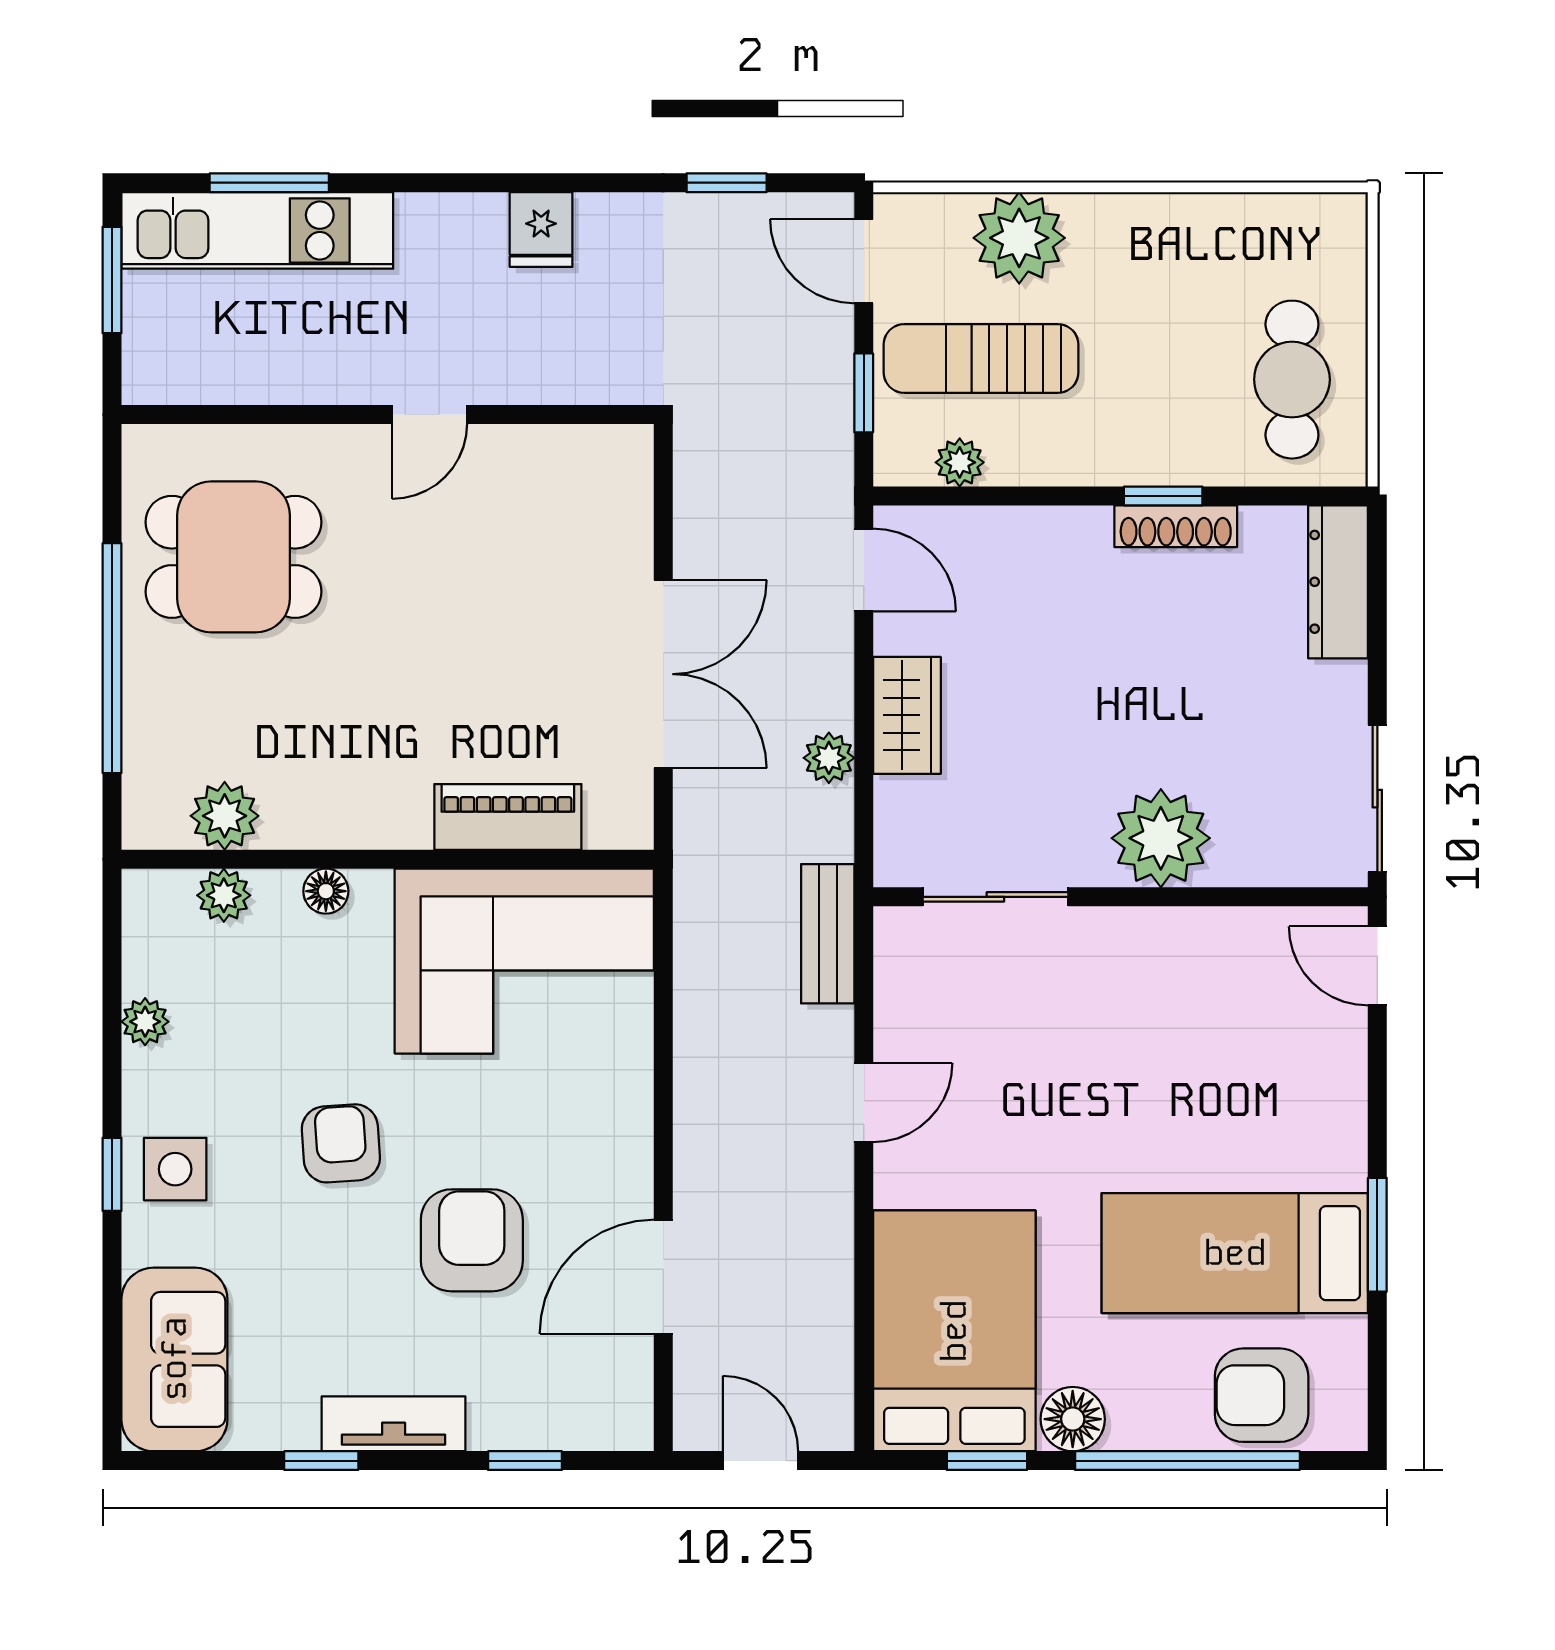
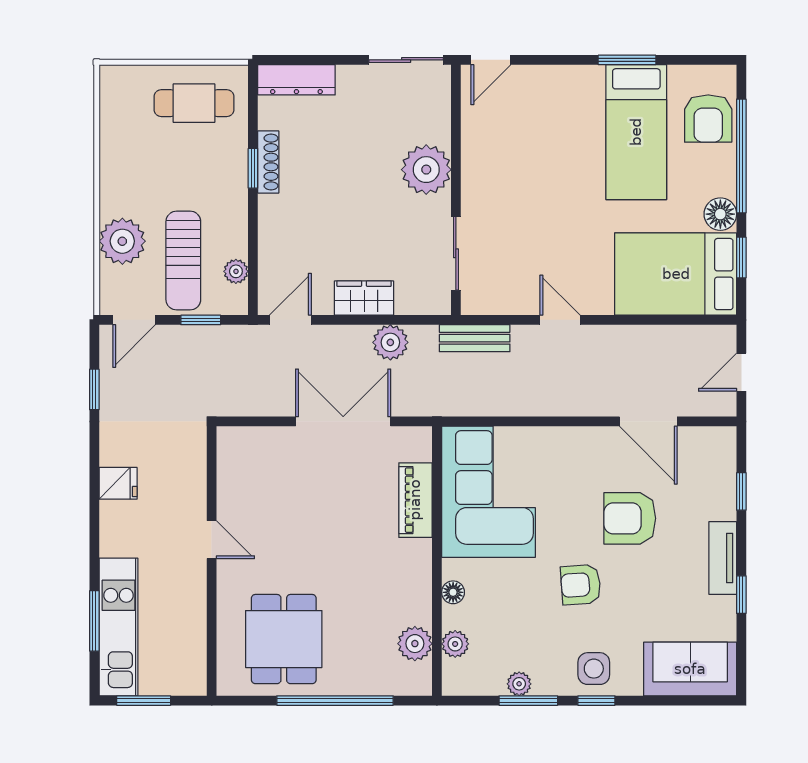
plant: (829, 758) -> (390, 342), width x1.38, depth x1.38
window: (112, 1040) -> (528, 701), added

